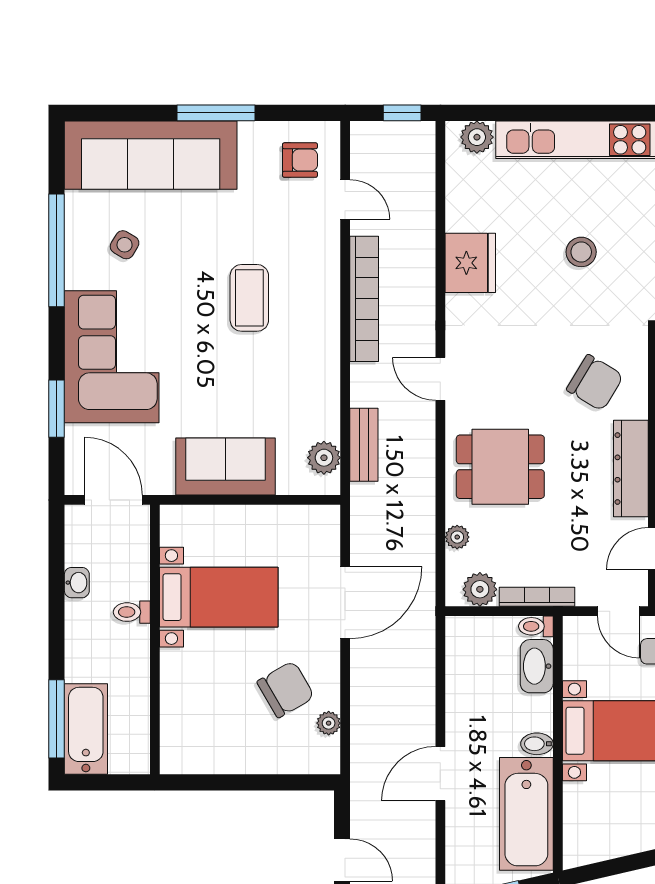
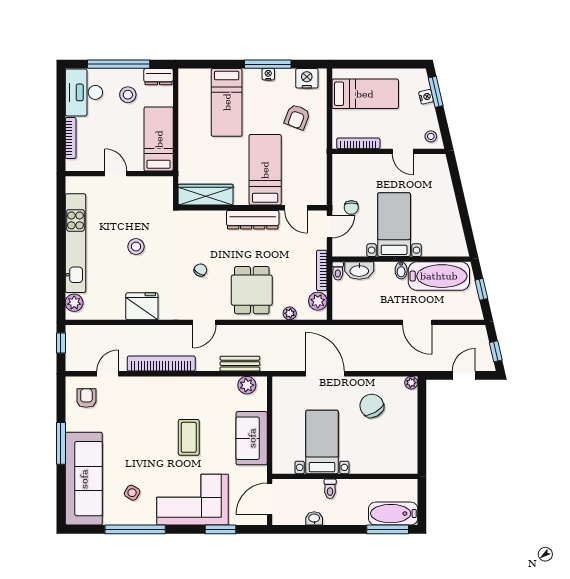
coffee table: (249, 298) -> (189, 437), moved, turned 90
chair: (595, 383) -> (200, 270), moved, width x0.54, depth x0.54
plant: (329, 723) -> (411, 383), moved

